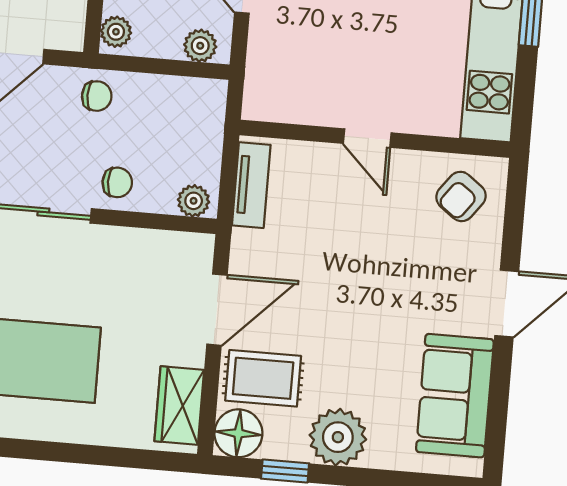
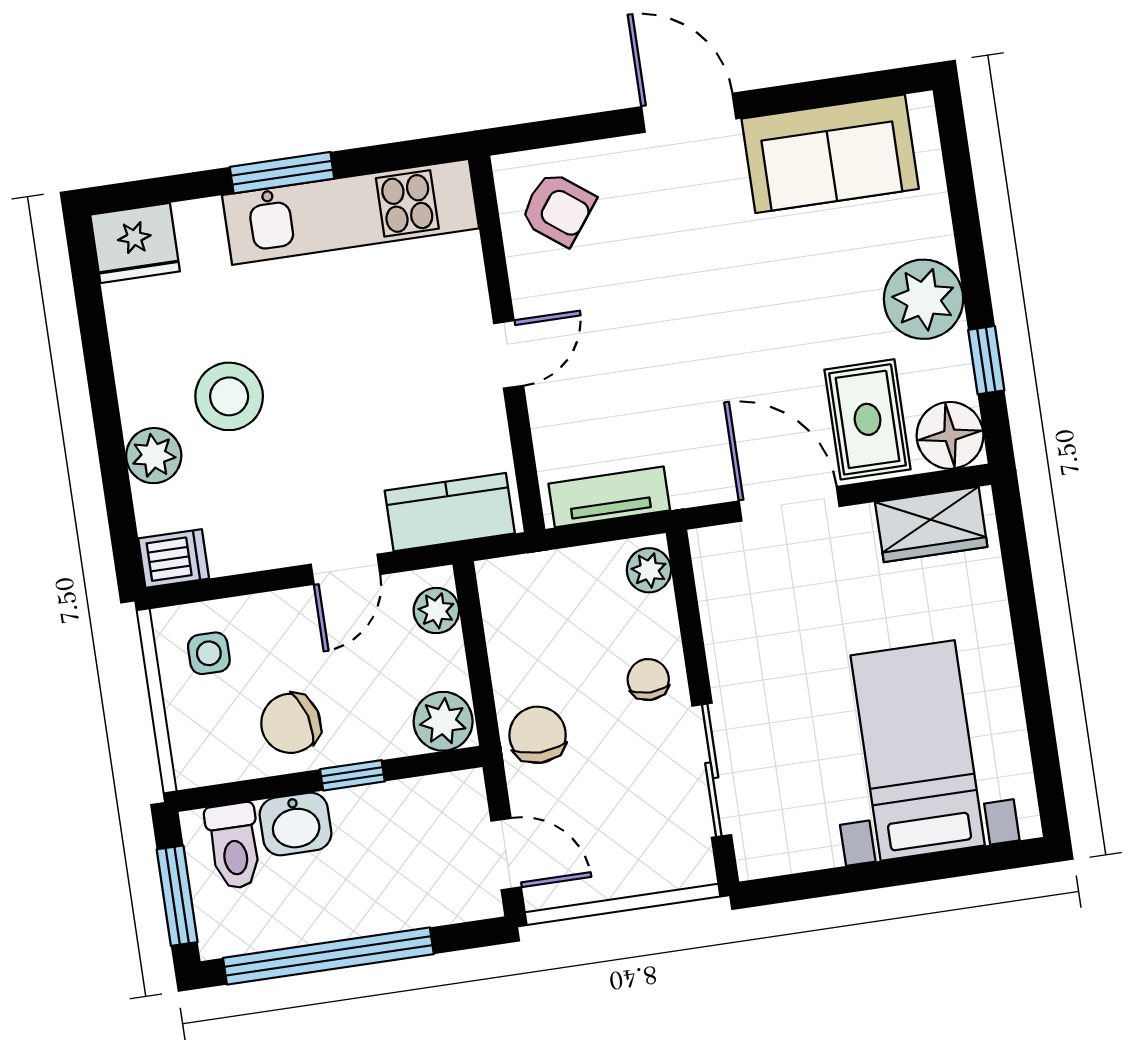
plant: (116, 32) -> (443, 721), width x1.38, depth x1.38
kitchen counter: (267, 71) -> (450, 512), added
chair: (97, 96) -> (538, 735), width x1.37, depth x1.37

